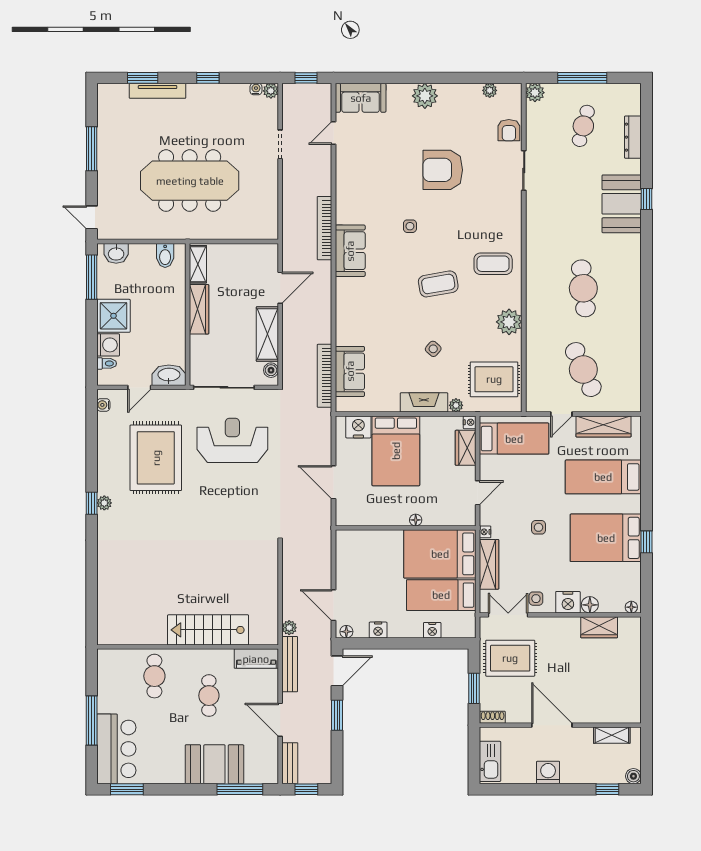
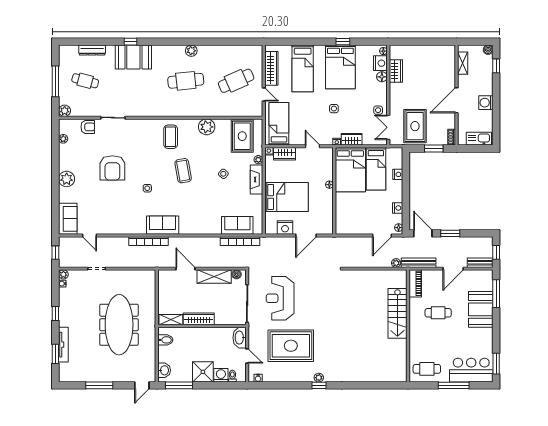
plant: (632, 297) -> (191, 51), added
nightstand: (358, 427) -> (285, 228), moved, turned -90
wardrobe: (489, 564) -> (352, 139), width x0.67
nightstand: (568, 602) -> (380, 63), moved
cafe table: (154, 676) -> (427, 369), moved

